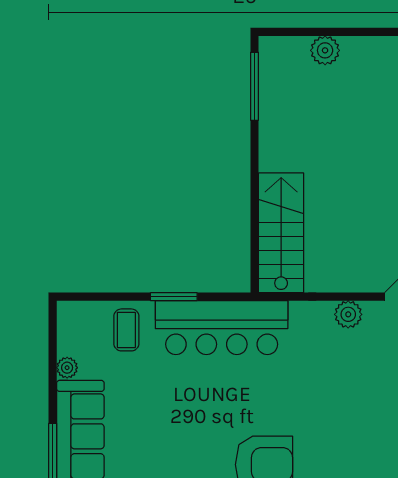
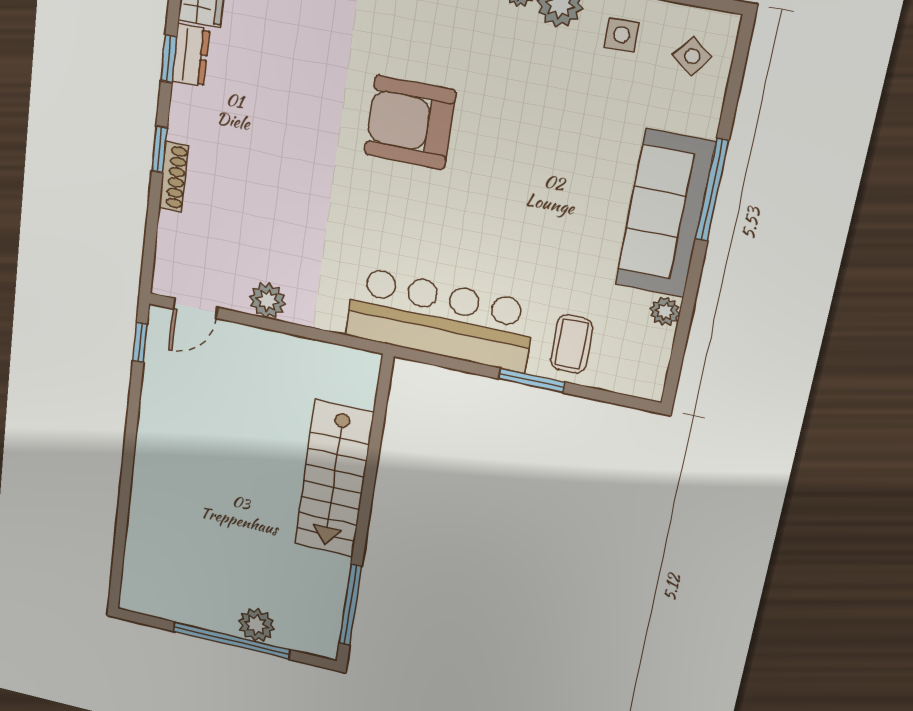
window: (343, 32) -> (232, 640), added
stairs: (281, 233) -> (334, 479), moved
window: (174, 297) -> (532, 380), moved

